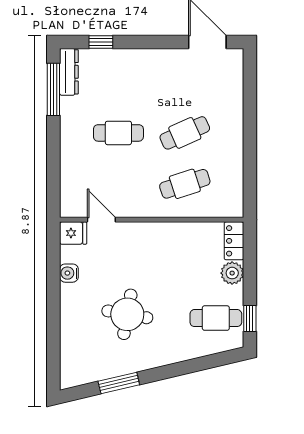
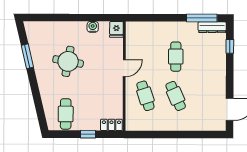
door: (101, 220) -> (124, 68), moved
plant: (232, 273) -> (92, 124), removed
window: (250, 319) -> (88, 134), moved

